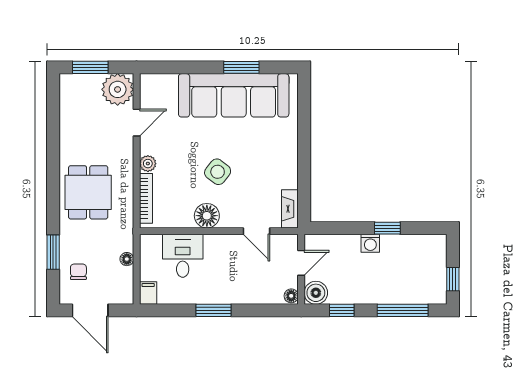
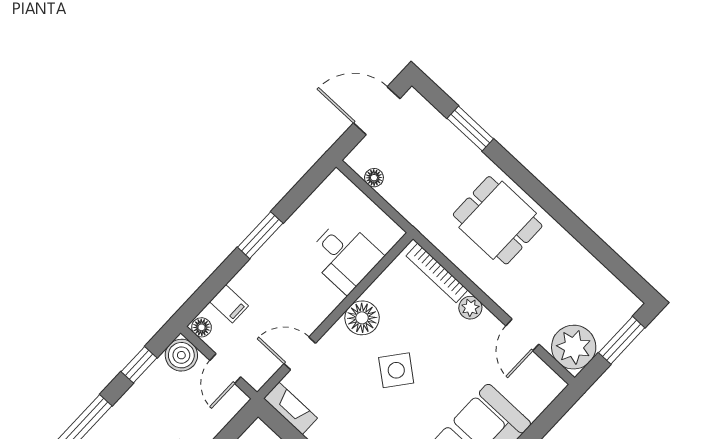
floor lamp: (127, 259) -> (374, 178), moved
chair: (78, 272) -> (427, 135), removed
filing cabinet: (148, 293) -> (229, 304), moved

